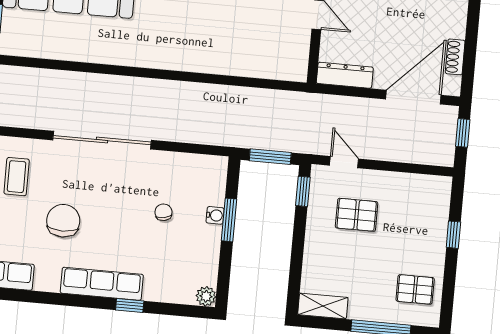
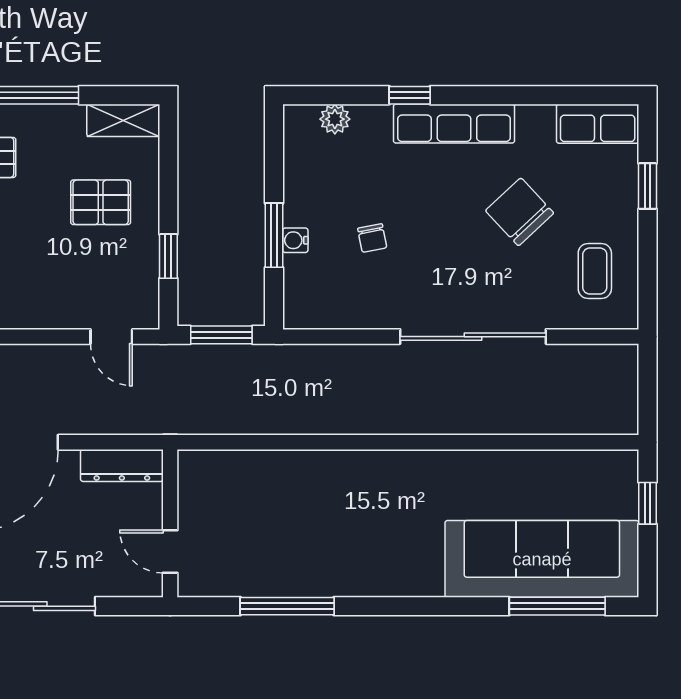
window: (303, 191) -> (168, 256), moved
pallet: (357, 215) -> (101, 202), moved
chair: (63, 221) -> (520, 212), turned 137
plant: (206, 296) -> (335, 119), moved

